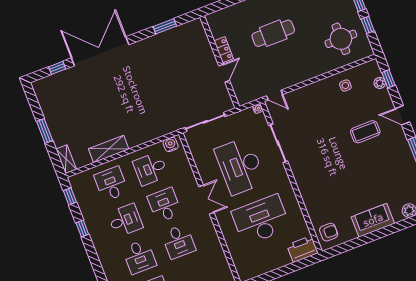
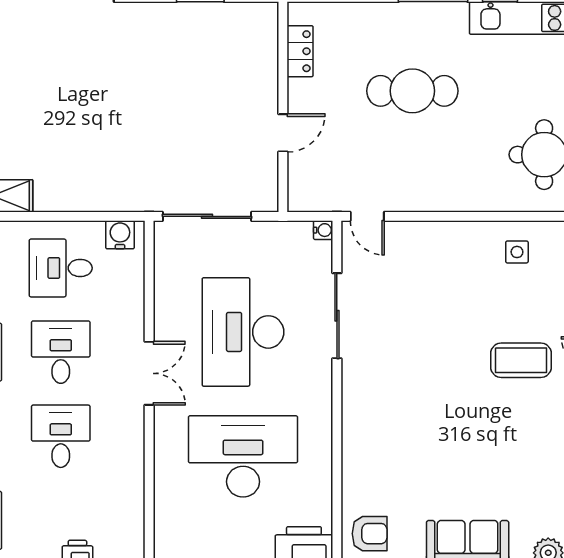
locker: (224, 50) -> (300, 51), moved
desk: (179, 242) -> (61, 436), turned 180

